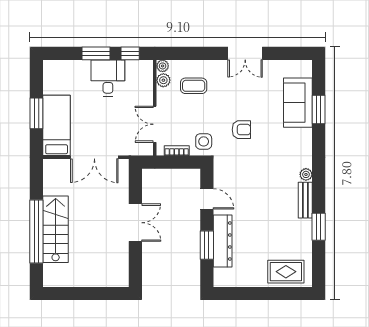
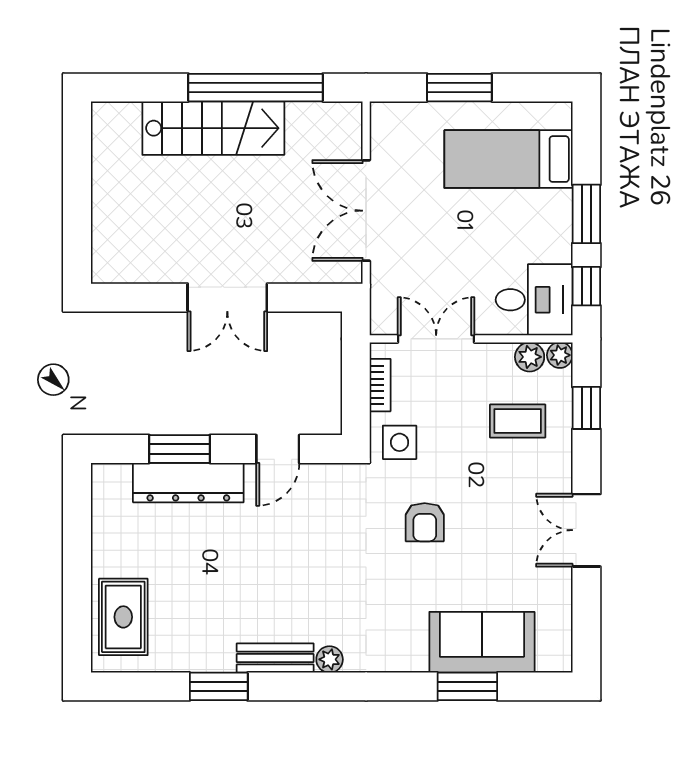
window: (187, 53) -> (586, 408), added
desk: (108, 78) -> (534, 300), moved
coffee table: (194, 86) -> (518, 421), turned 90
bed: (57, 125) -> (508, 159), moved, turned 180
window: (36, 231) -> (255, 88), moved

